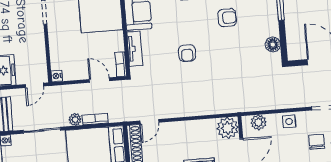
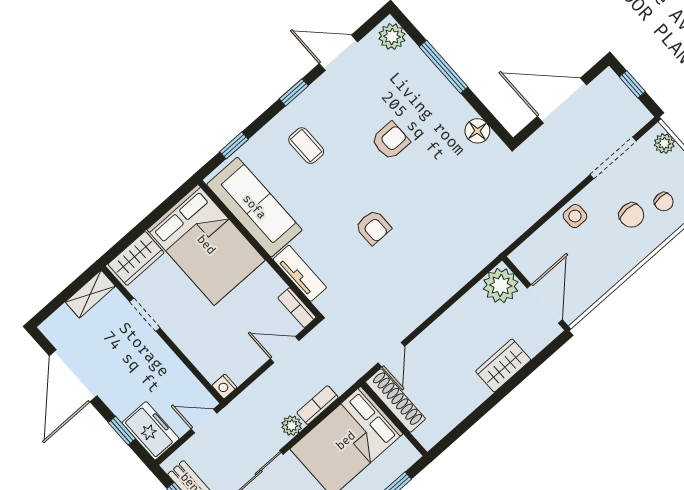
door: (34, 85) -> (204, 421), swing flipped
plant: (259, 122) -> (536, 248), removed
chair: (317, 142) -> (631, 215), turned 180

